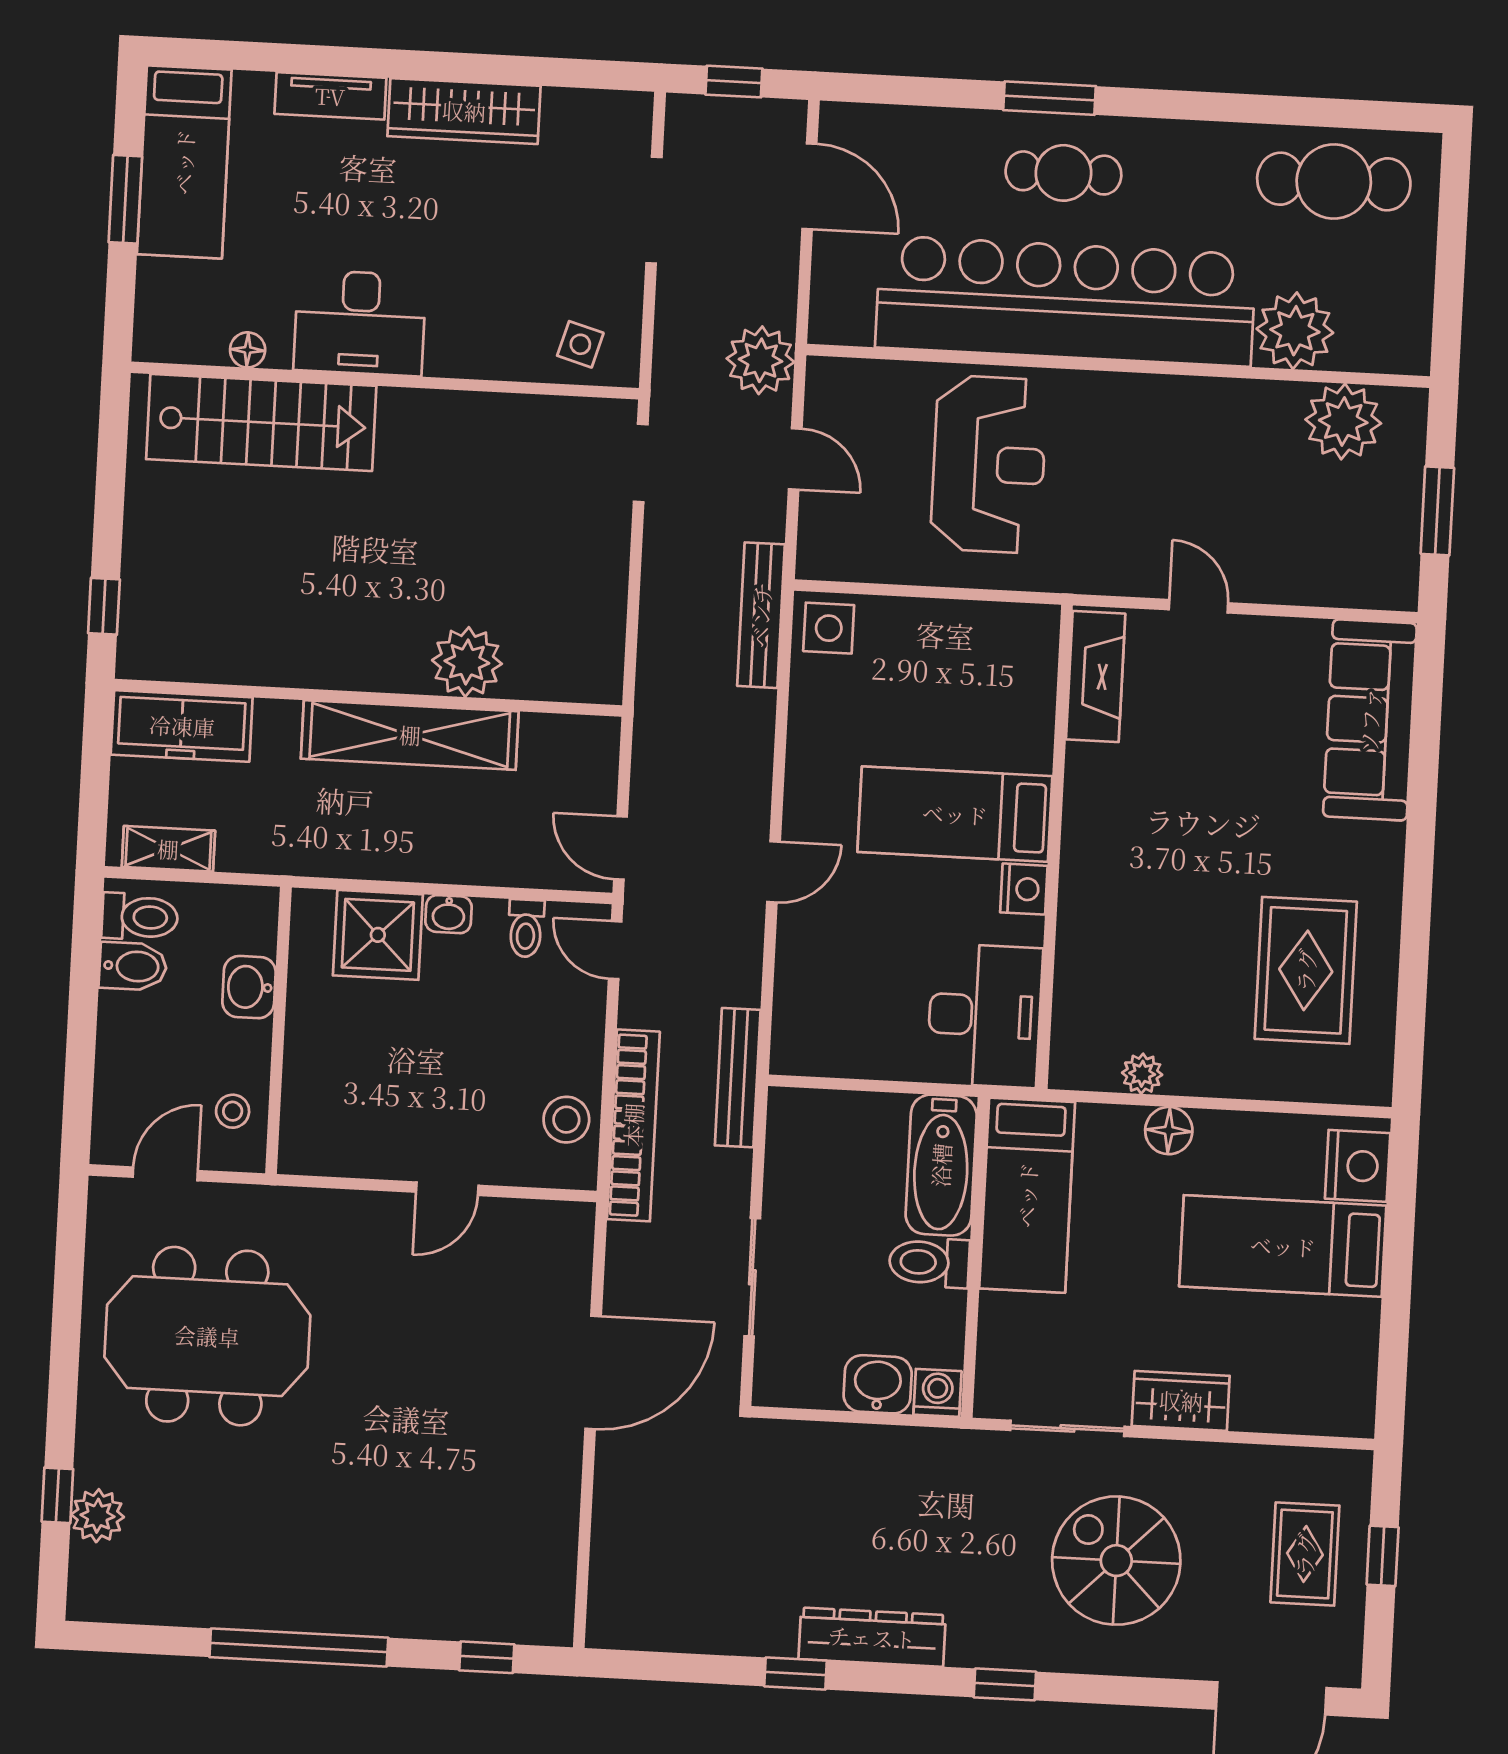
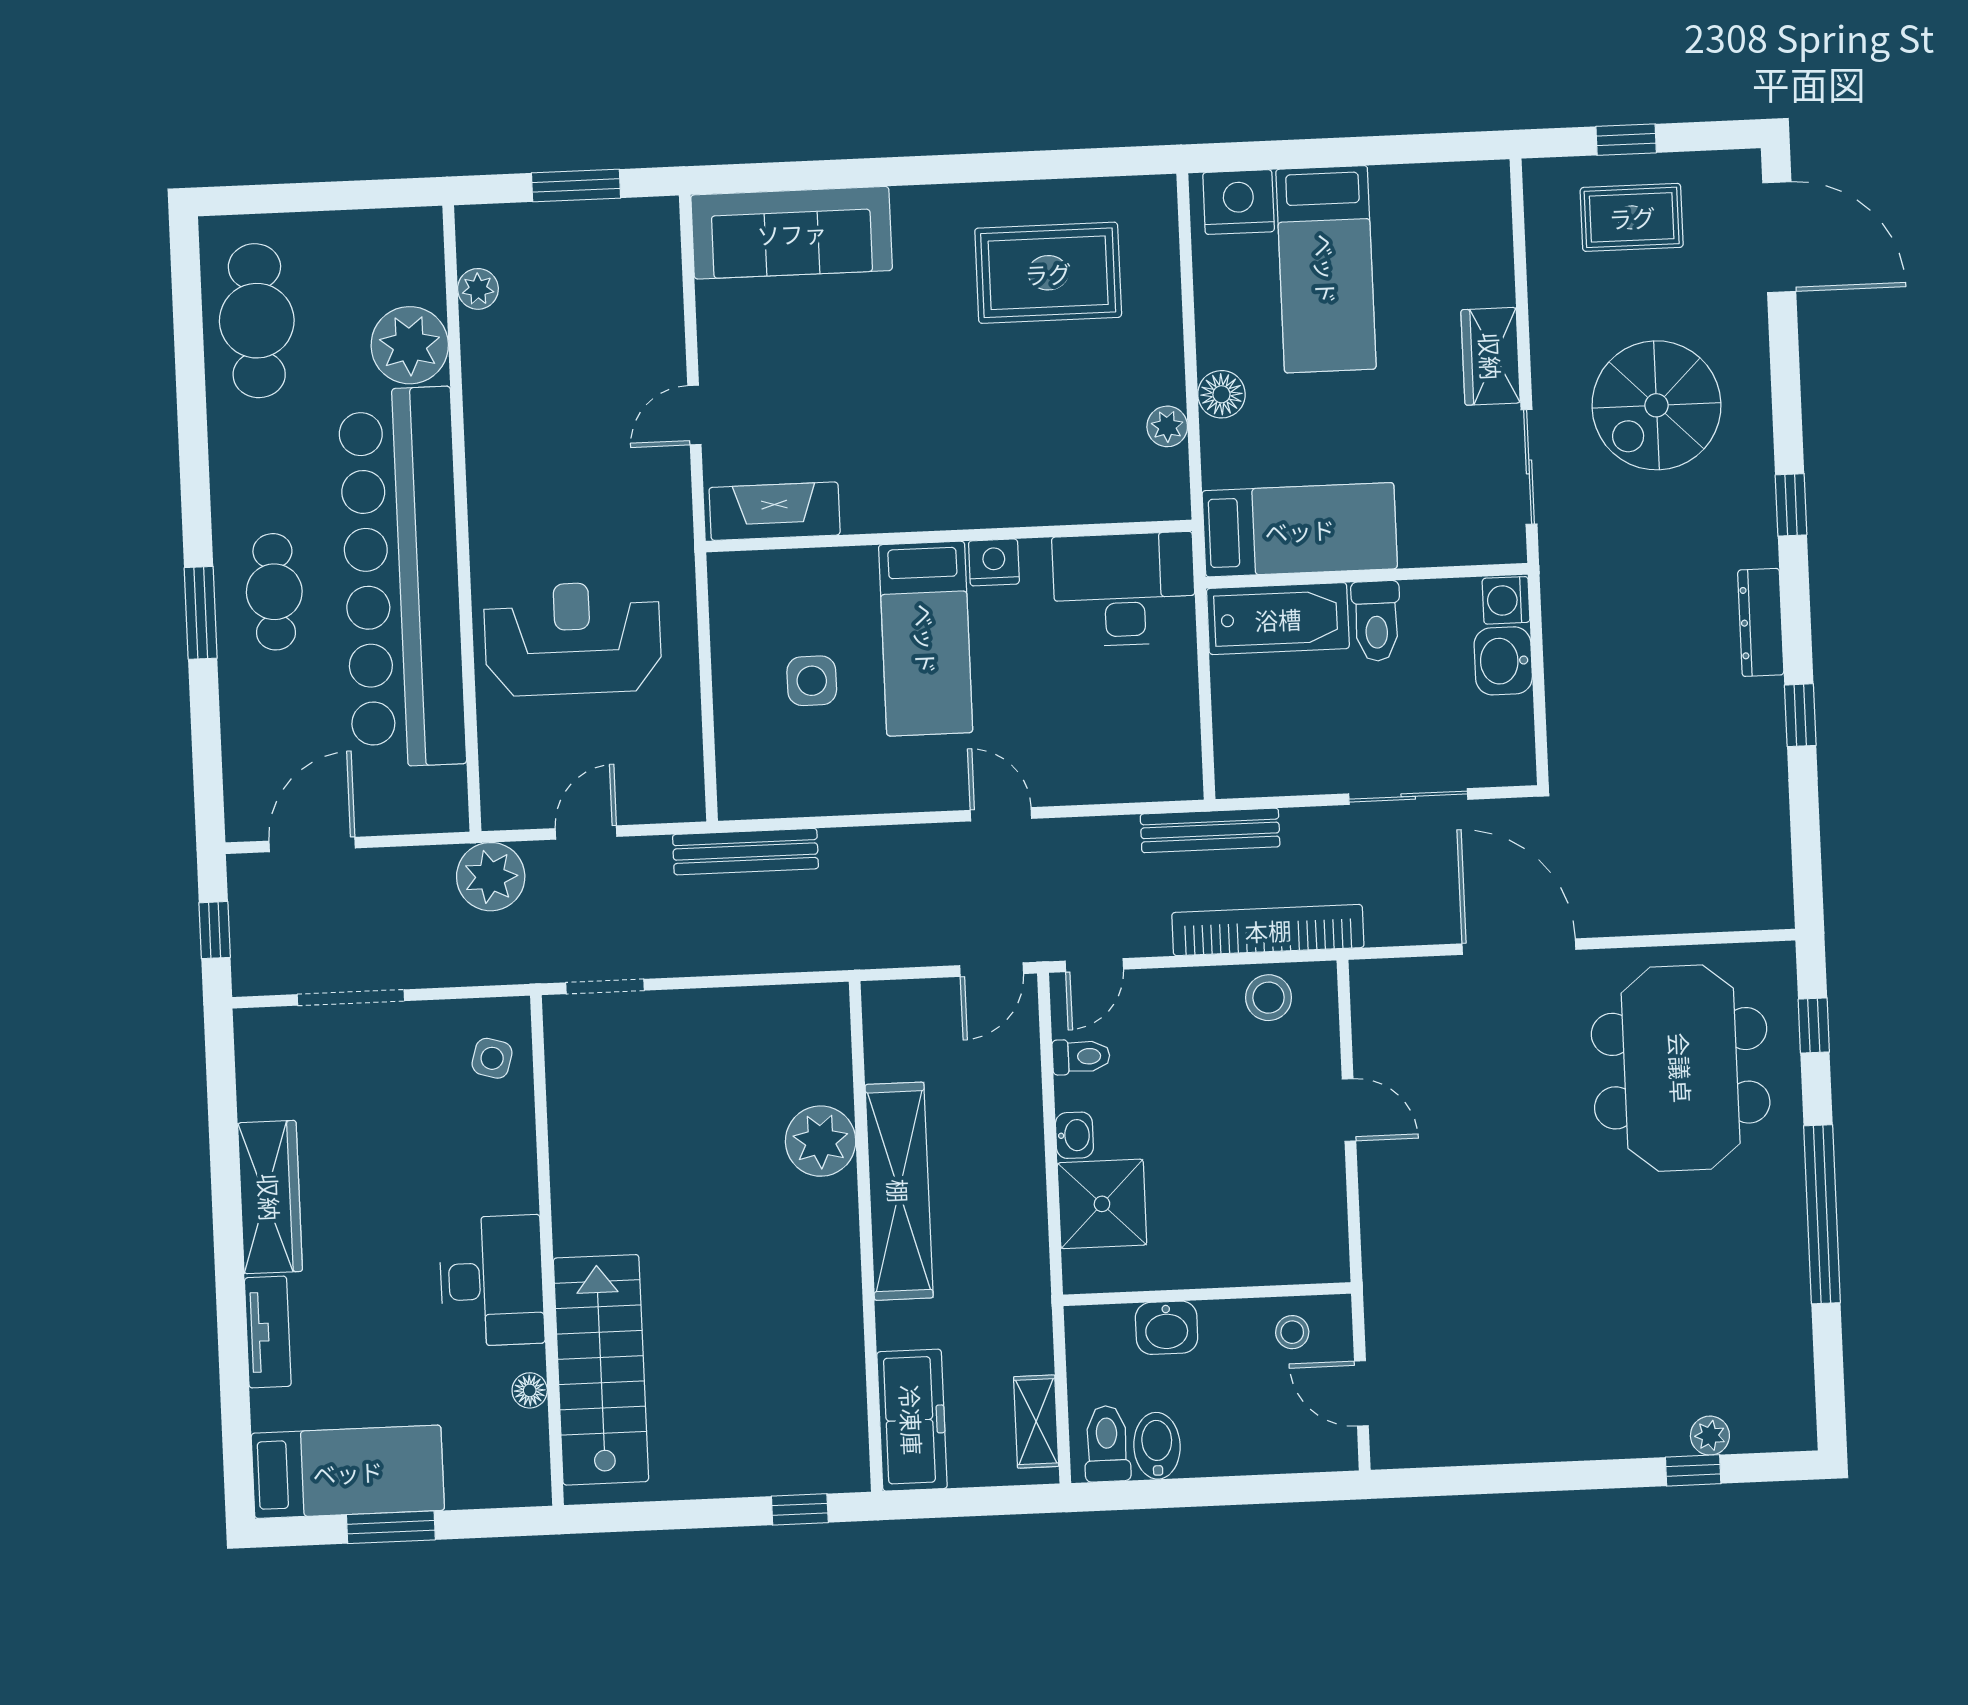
plant: (1343, 421) -> (478, 289), width x0.53, depth x0.53
side table: (829, 628) -> (812, 681), moved
meeting table: (207, 1336) -> (1681, 1068), moved
plant: (97, 1516) -> (1710, 1436), width x0.73, depth x0.73
dresser: (872, 1637) -> (1761, 622), width x0.73, depth x0.80

